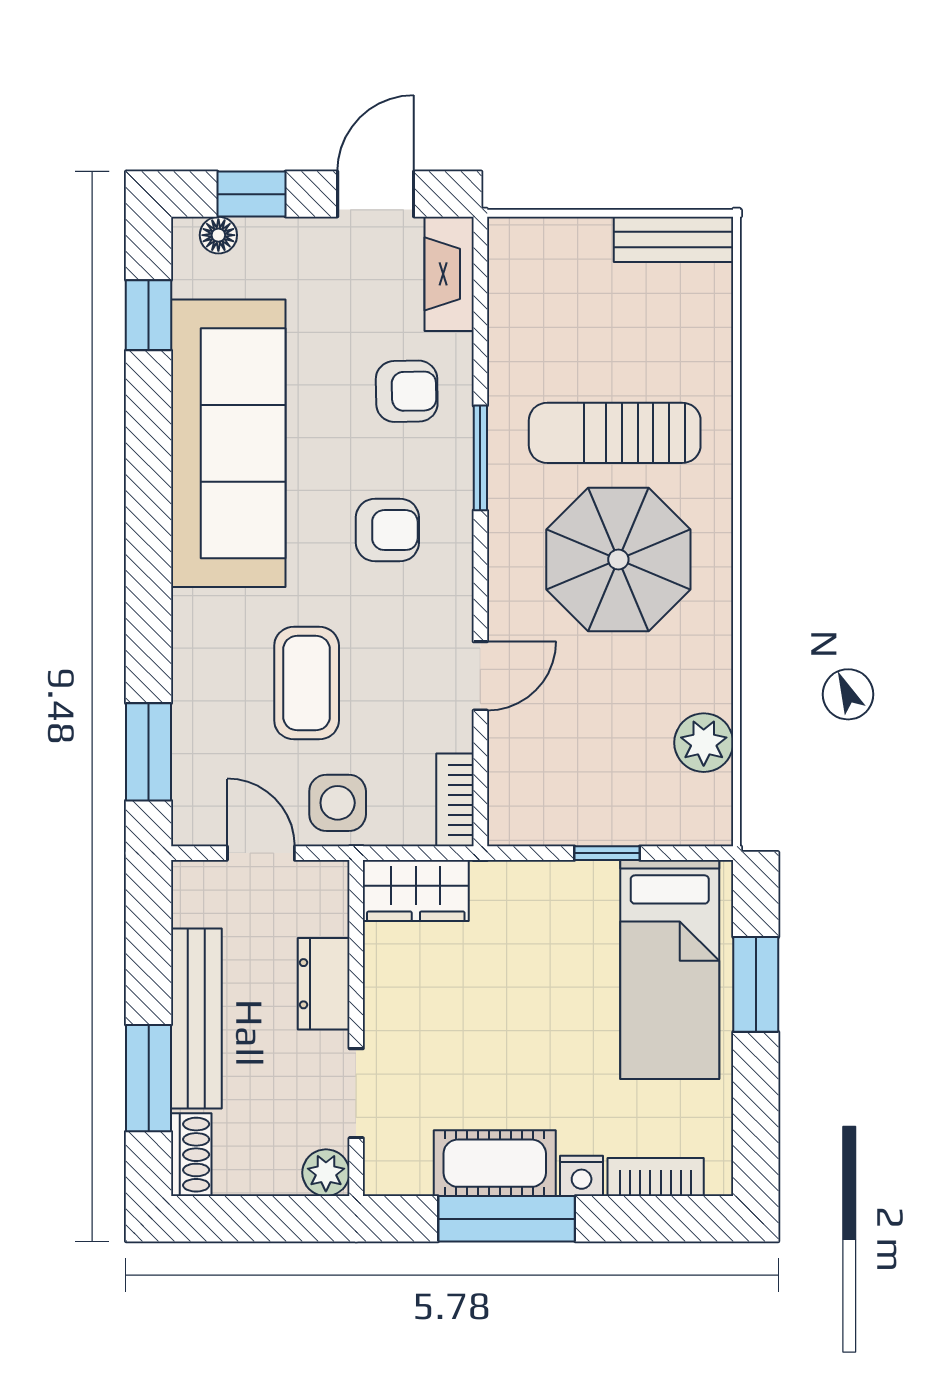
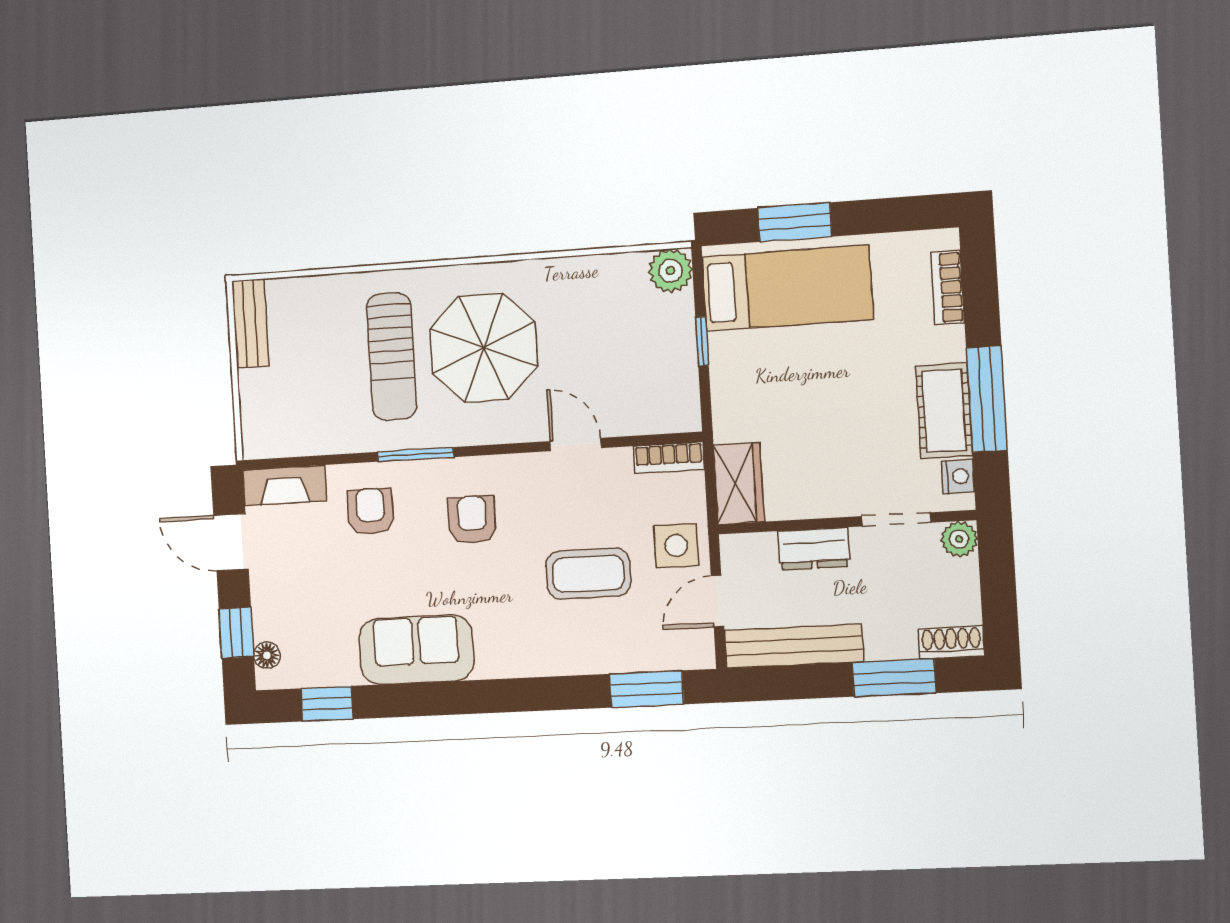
sofa: (228, 443) -> (416, 650), width x0.54, depth x0.79
plant: (704, 743) -> (670, 271), moved
bench: (196, 1018) -> (794, 646), moved
nightstand: (582, 1176) -> (958, 476), moved

